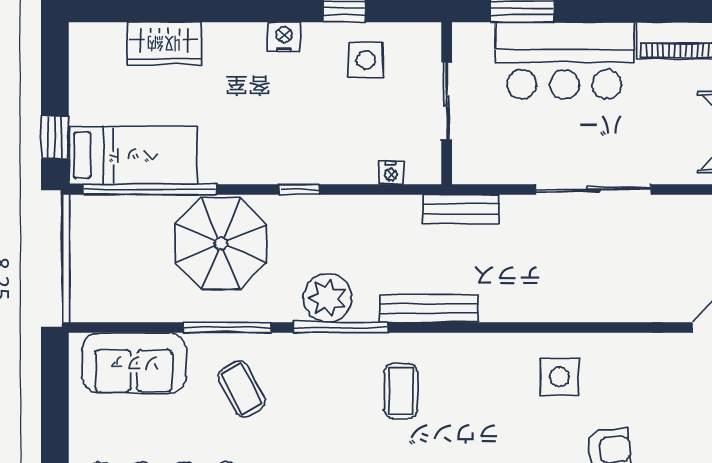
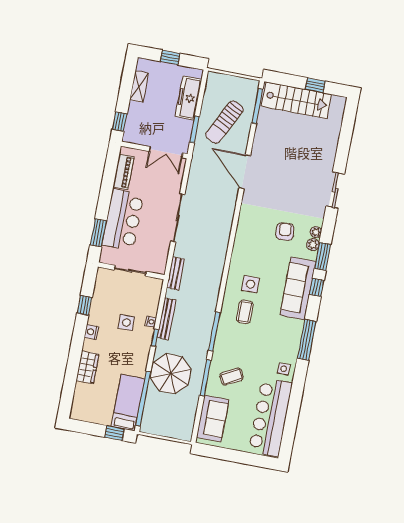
wardrobe: (164, 43) -> (88, 367), moved
side table: (366, 60) -> (126, 322), moved
nightstand: (391, 173) -> (151, 322), moved
plant: (328, 298) -> (201, 335), removed
bench: (429, 309) -> (166, 319), moved
side table: (559, 377) -> (251, 284), moved
coffee table: (401, 391) -> (245, 312), turned 90

